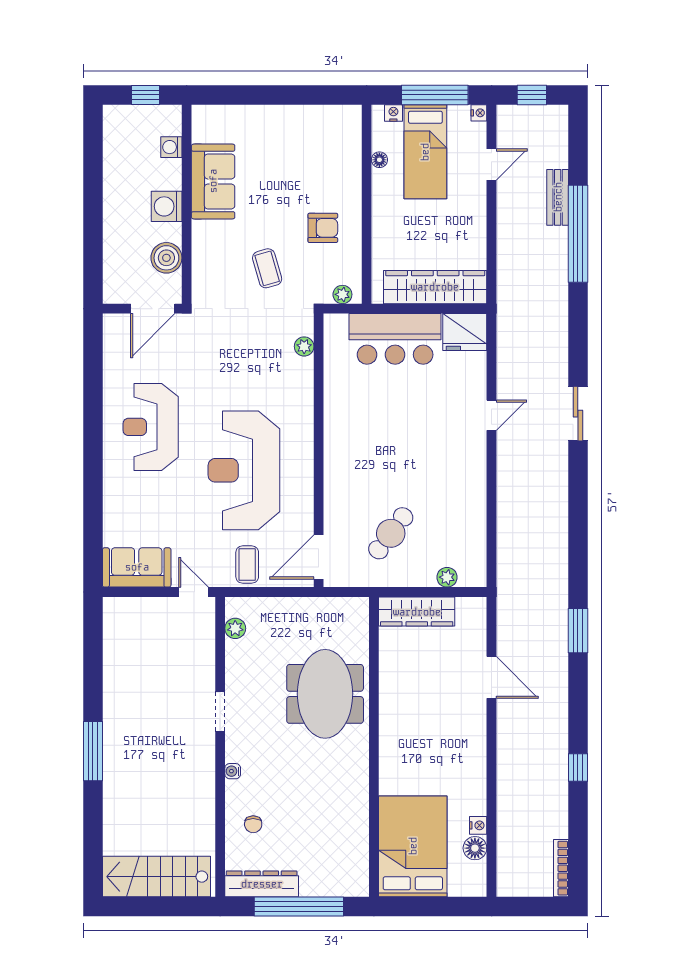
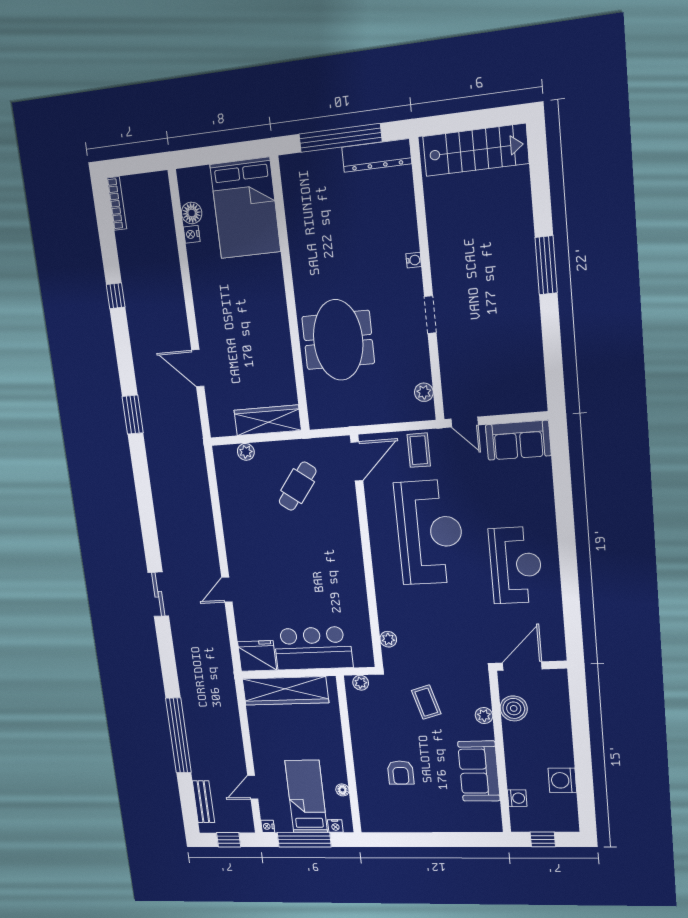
bench: (558, 197) -> (203, 802), moved
washing machine: (167, 206) -> (562, 780), moved, turned 180
armchair: (323, 228) -> (401, 773), moved, turned -90
plant: (201, 250) -> (484, 716), added
chair: (253, 824) -> (390, 212), removed

